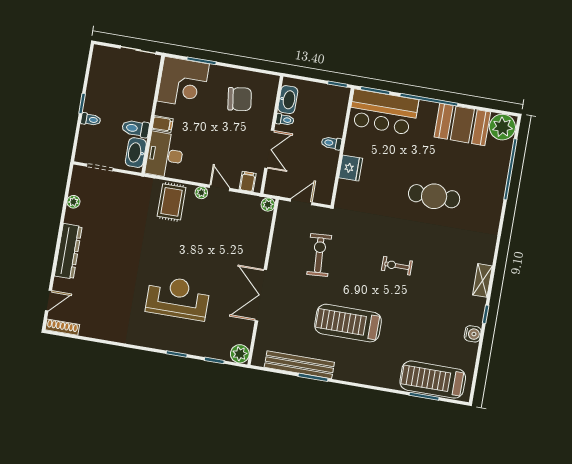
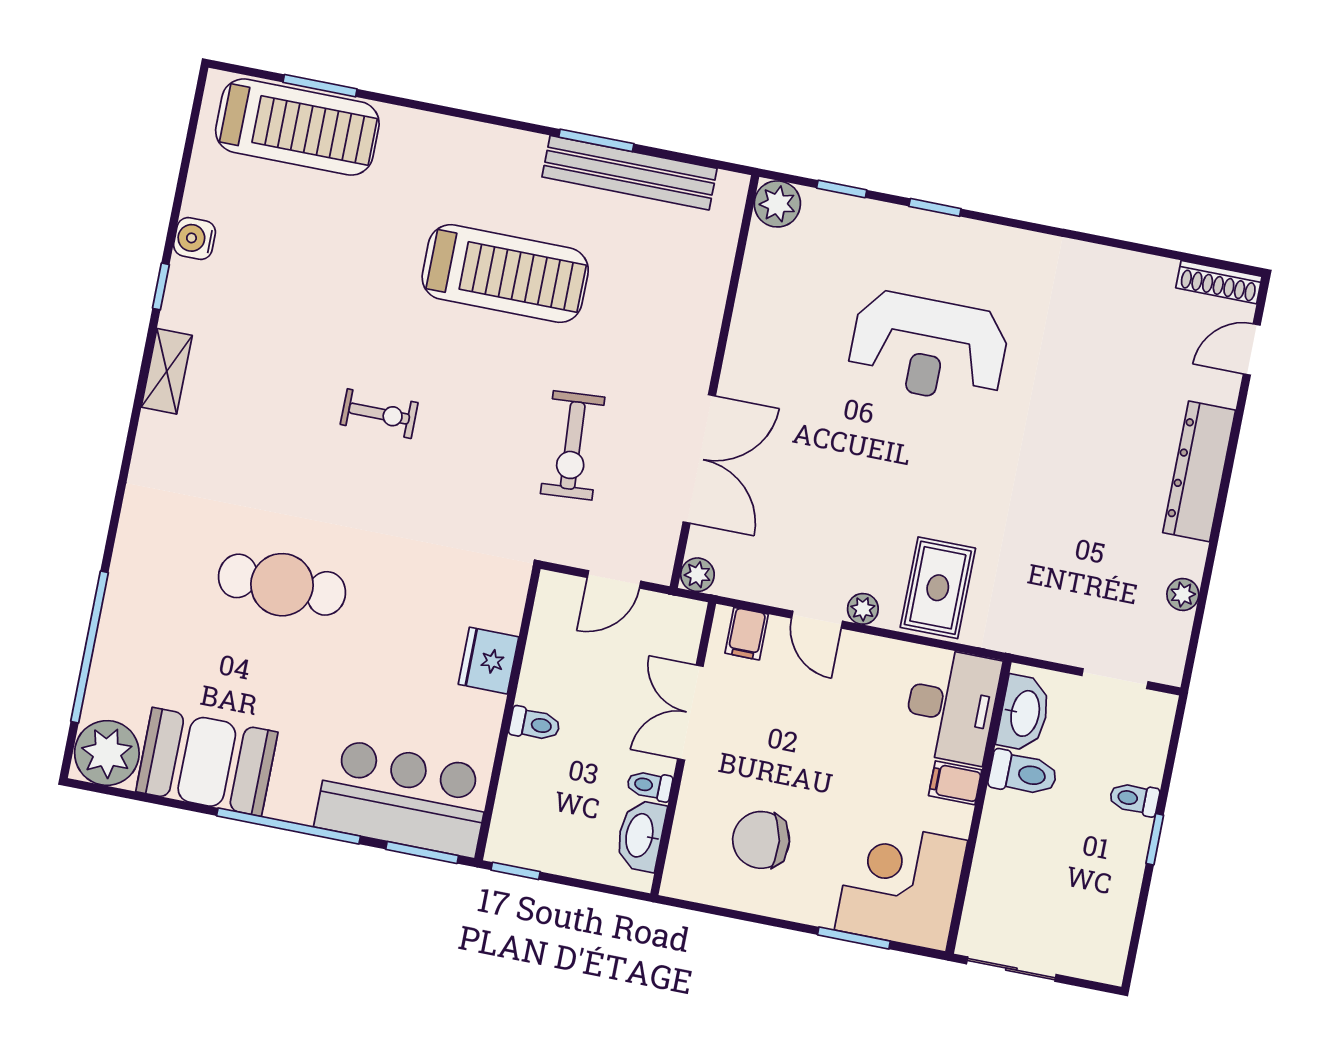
double door: (261, 295) -> (699, 459), moved

